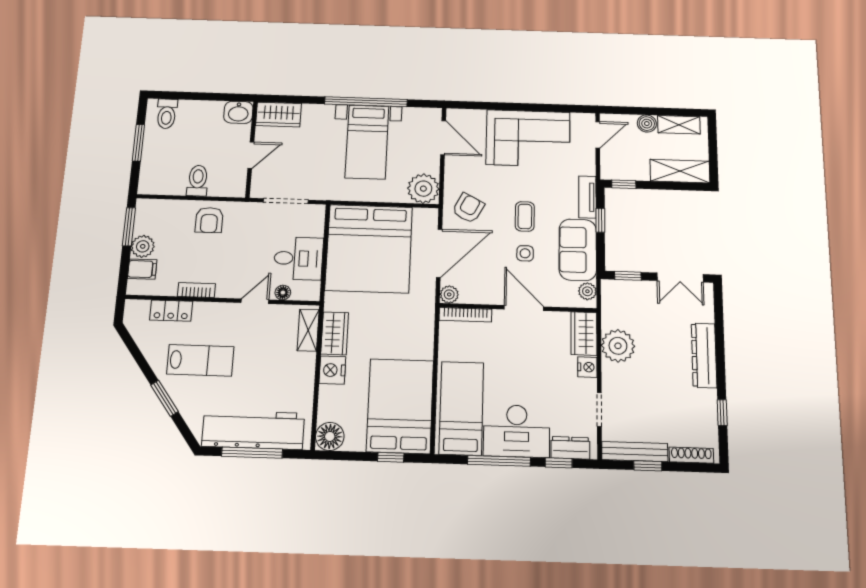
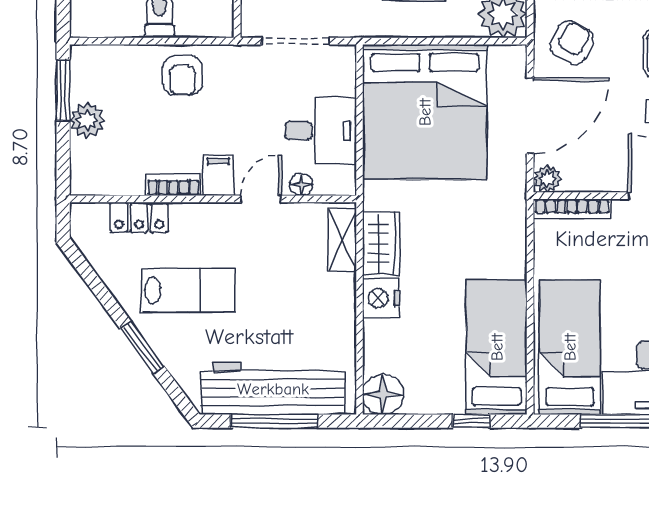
filing cabinet: (142, 269) -> (218, 175), moved, turned -90
bed: (400, 406) -> (497, 347), width x0.67

